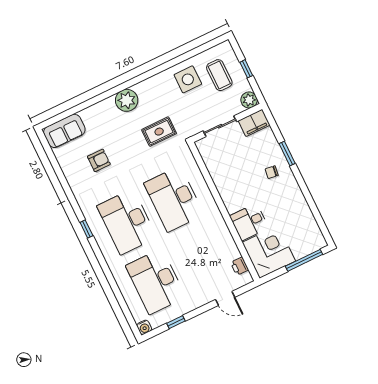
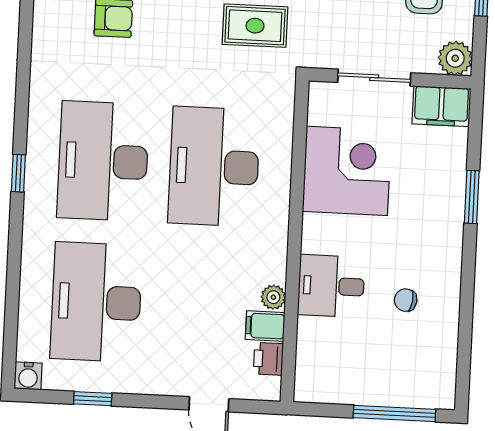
chair: (272, 172) -> (406, 300), moved
window: (86, 229) -> (18, 173), moved
plant: (228, 240) -> (273, 297), added
corner desk: (269, 252) -> (347, 171), moved
filing cabinet: (231, 253) -> (265, 326), added

